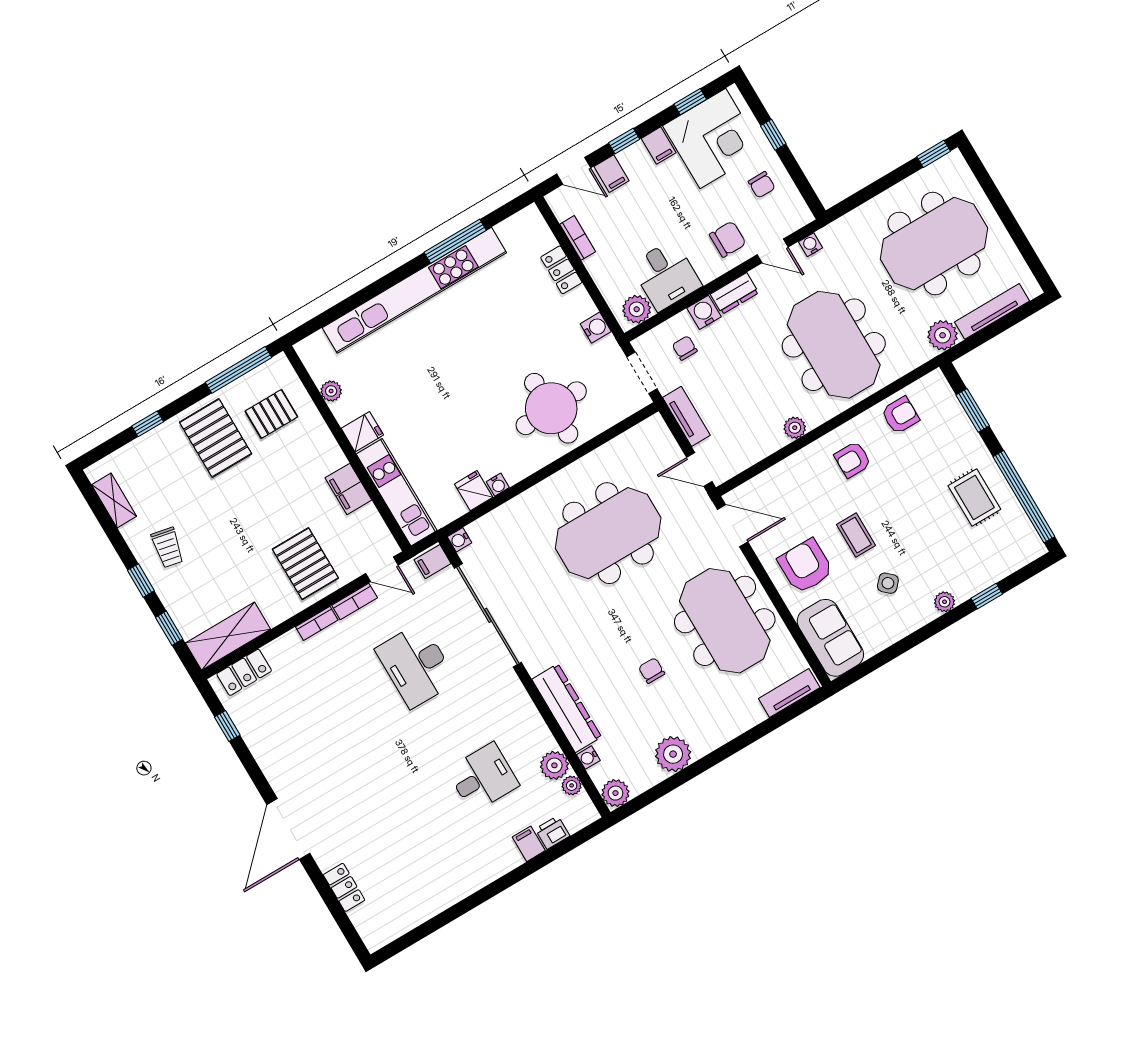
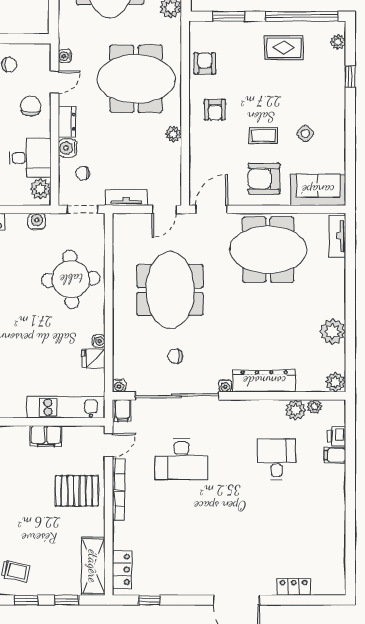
fridge: (362, 432) -> (15, 406), removed
plant: (945, 602) -> (338, 42), moved
chair: (652, 671) -> (175, 356), moved
water cooler: (588, 758) -> (225, 386), moved

